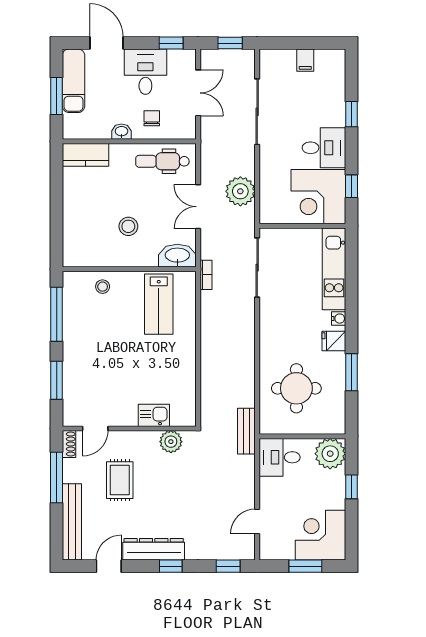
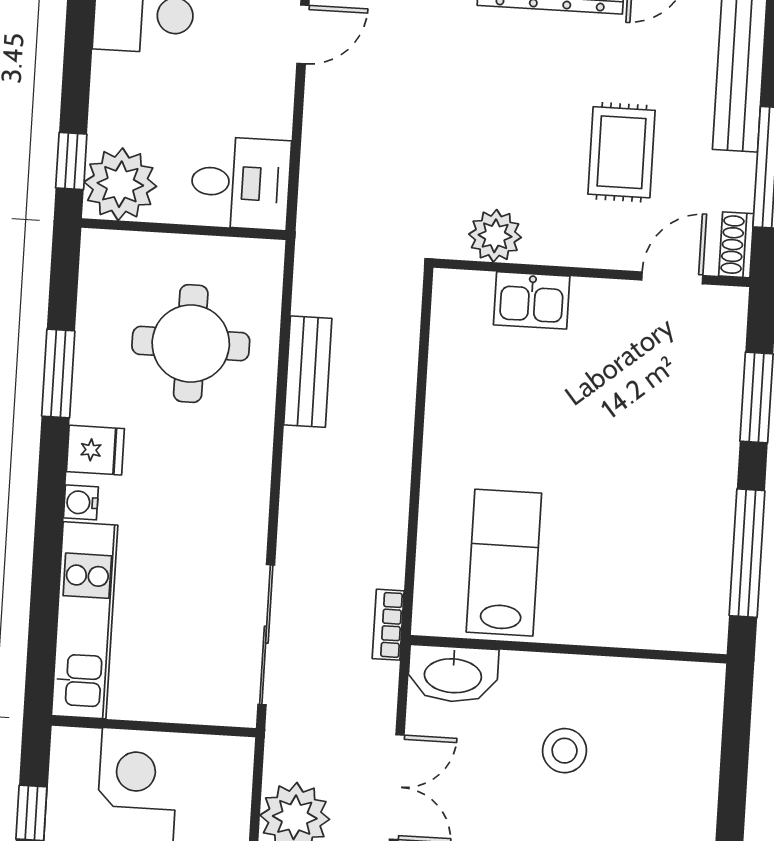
stool: (103, 287) -> (634, 612), removed
bench: (246, 431) -> (308, 372), moved
window: (351, 487) -> (71, 161), moved

